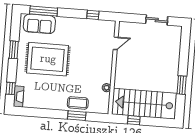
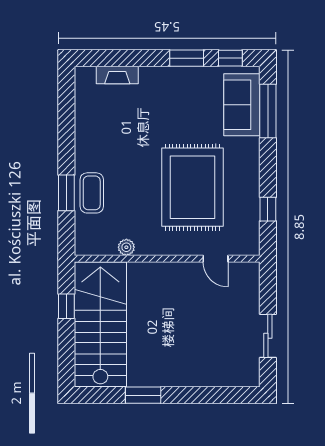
rug: (48, 59) -> (193, 187), moved
window: (11, 88) -> (230, 58), moved
fireplace: (19, 96) -> (117, 75), moved

